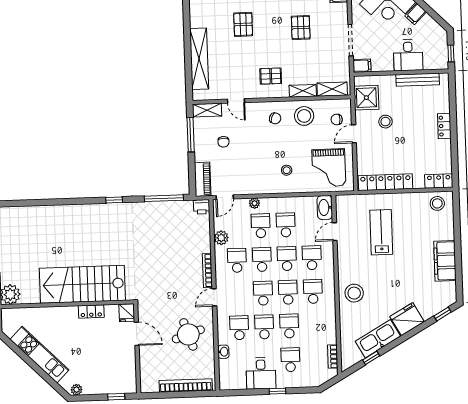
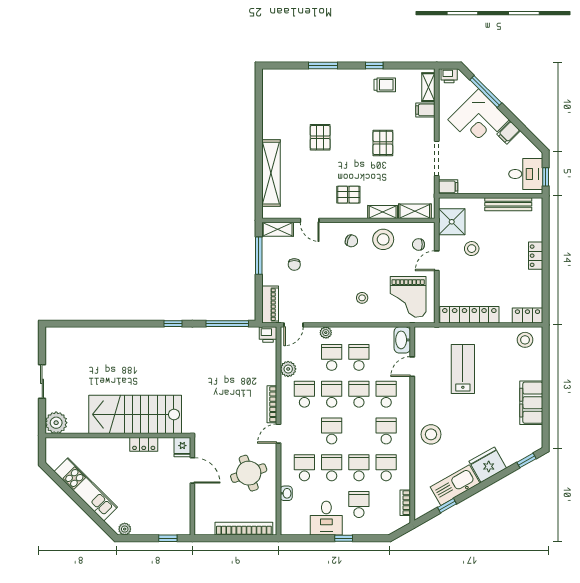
desk: (408, 55) -> (526, 174), moved, turned -90
school desk: (288, 292) -> (386, 468), moved

